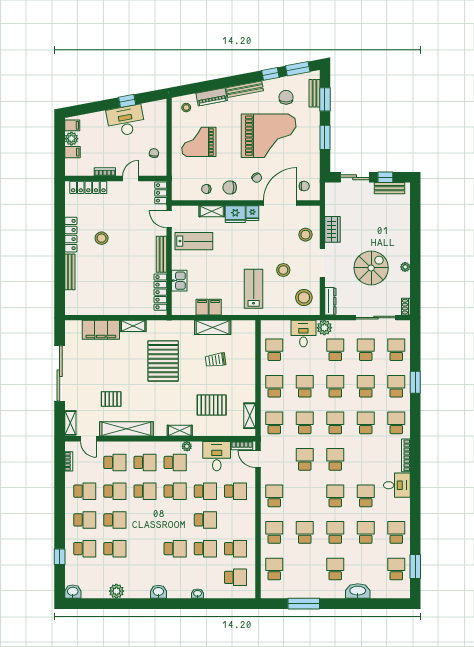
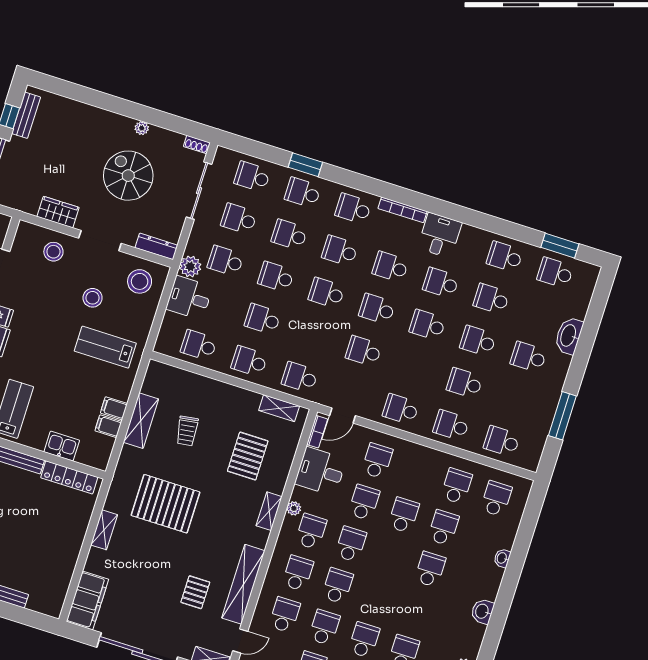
filing cabinet: (101, 330) -> (87, 600), moved
school desk: (305, 423) -> (390, 267), moved

